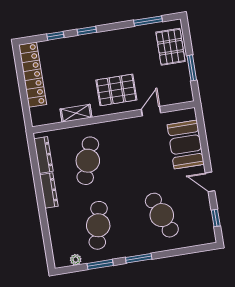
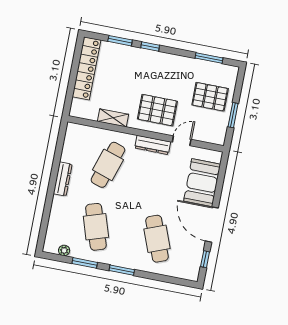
window: (55, 36) -> (120, 41), width x1.50
pallet: (171, 47) -> (210, 97), moved, turned 90
dresser: (43, 155) -> (153, 145), moved, turned 90
door: (210, 182) -> (212, 225), width x1.87
cafe table: (98, 225) -> (96, 227), turned -30

